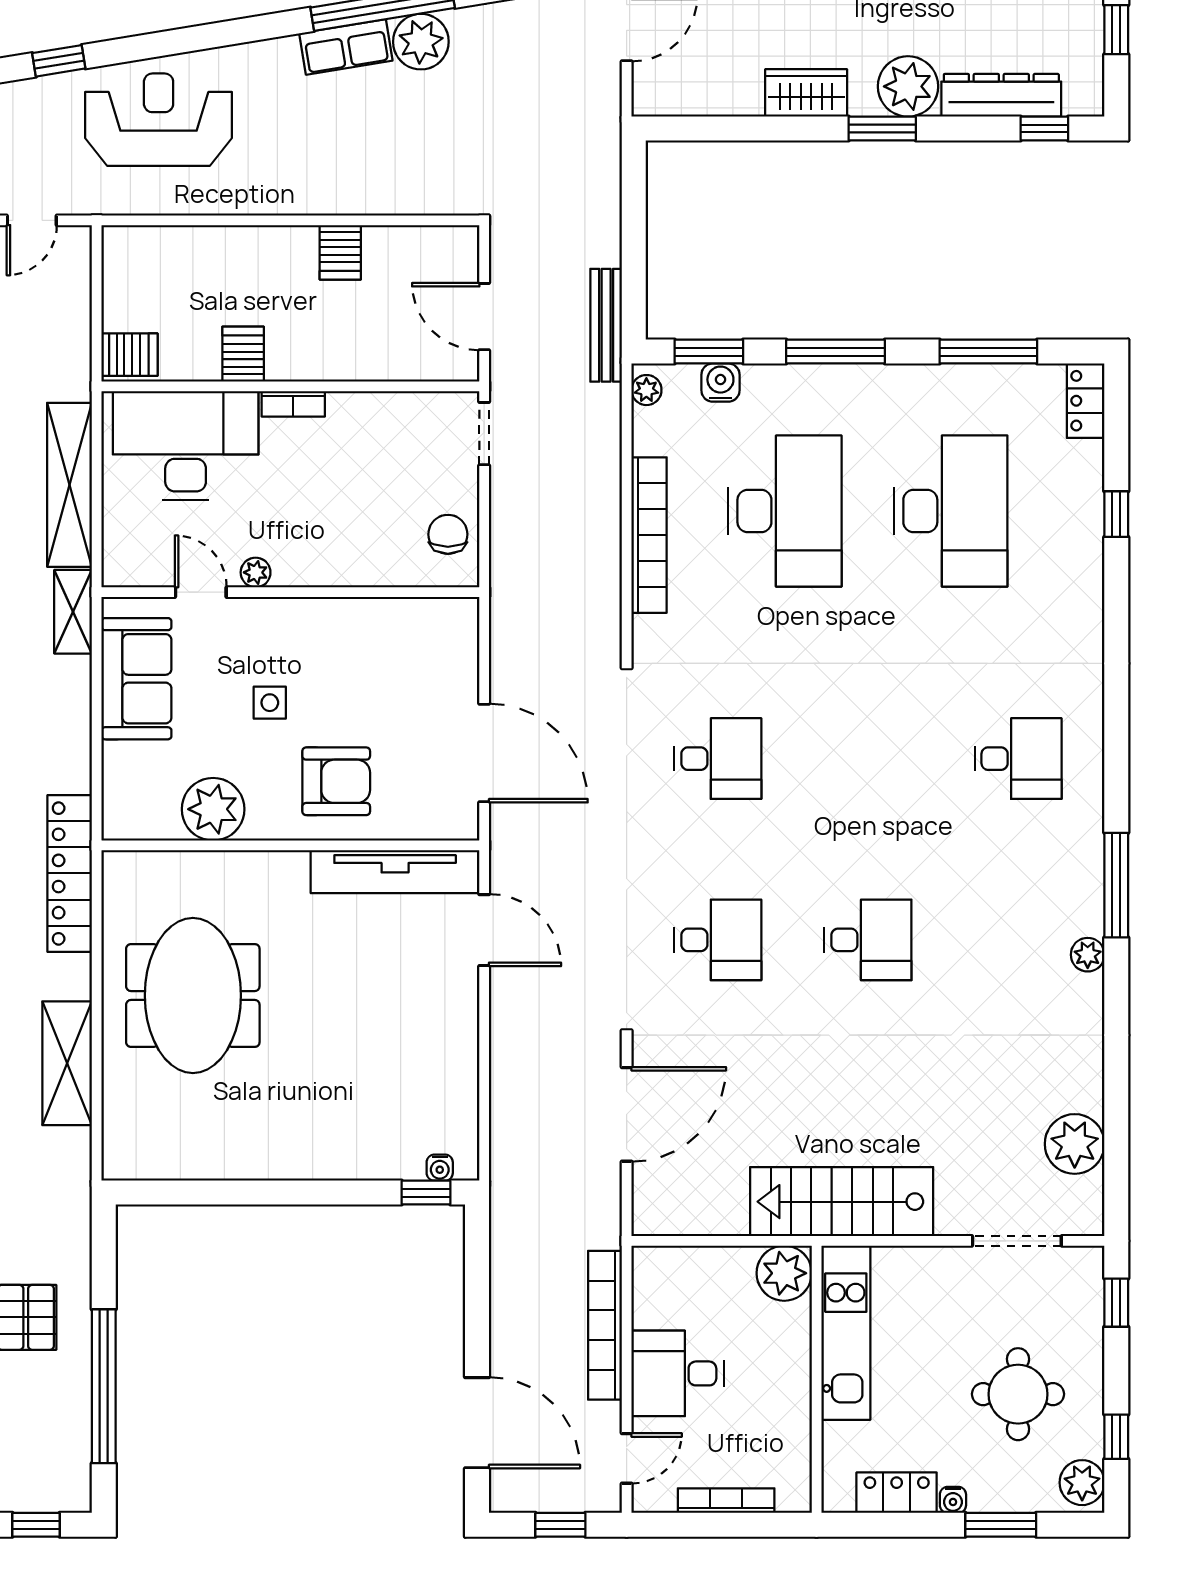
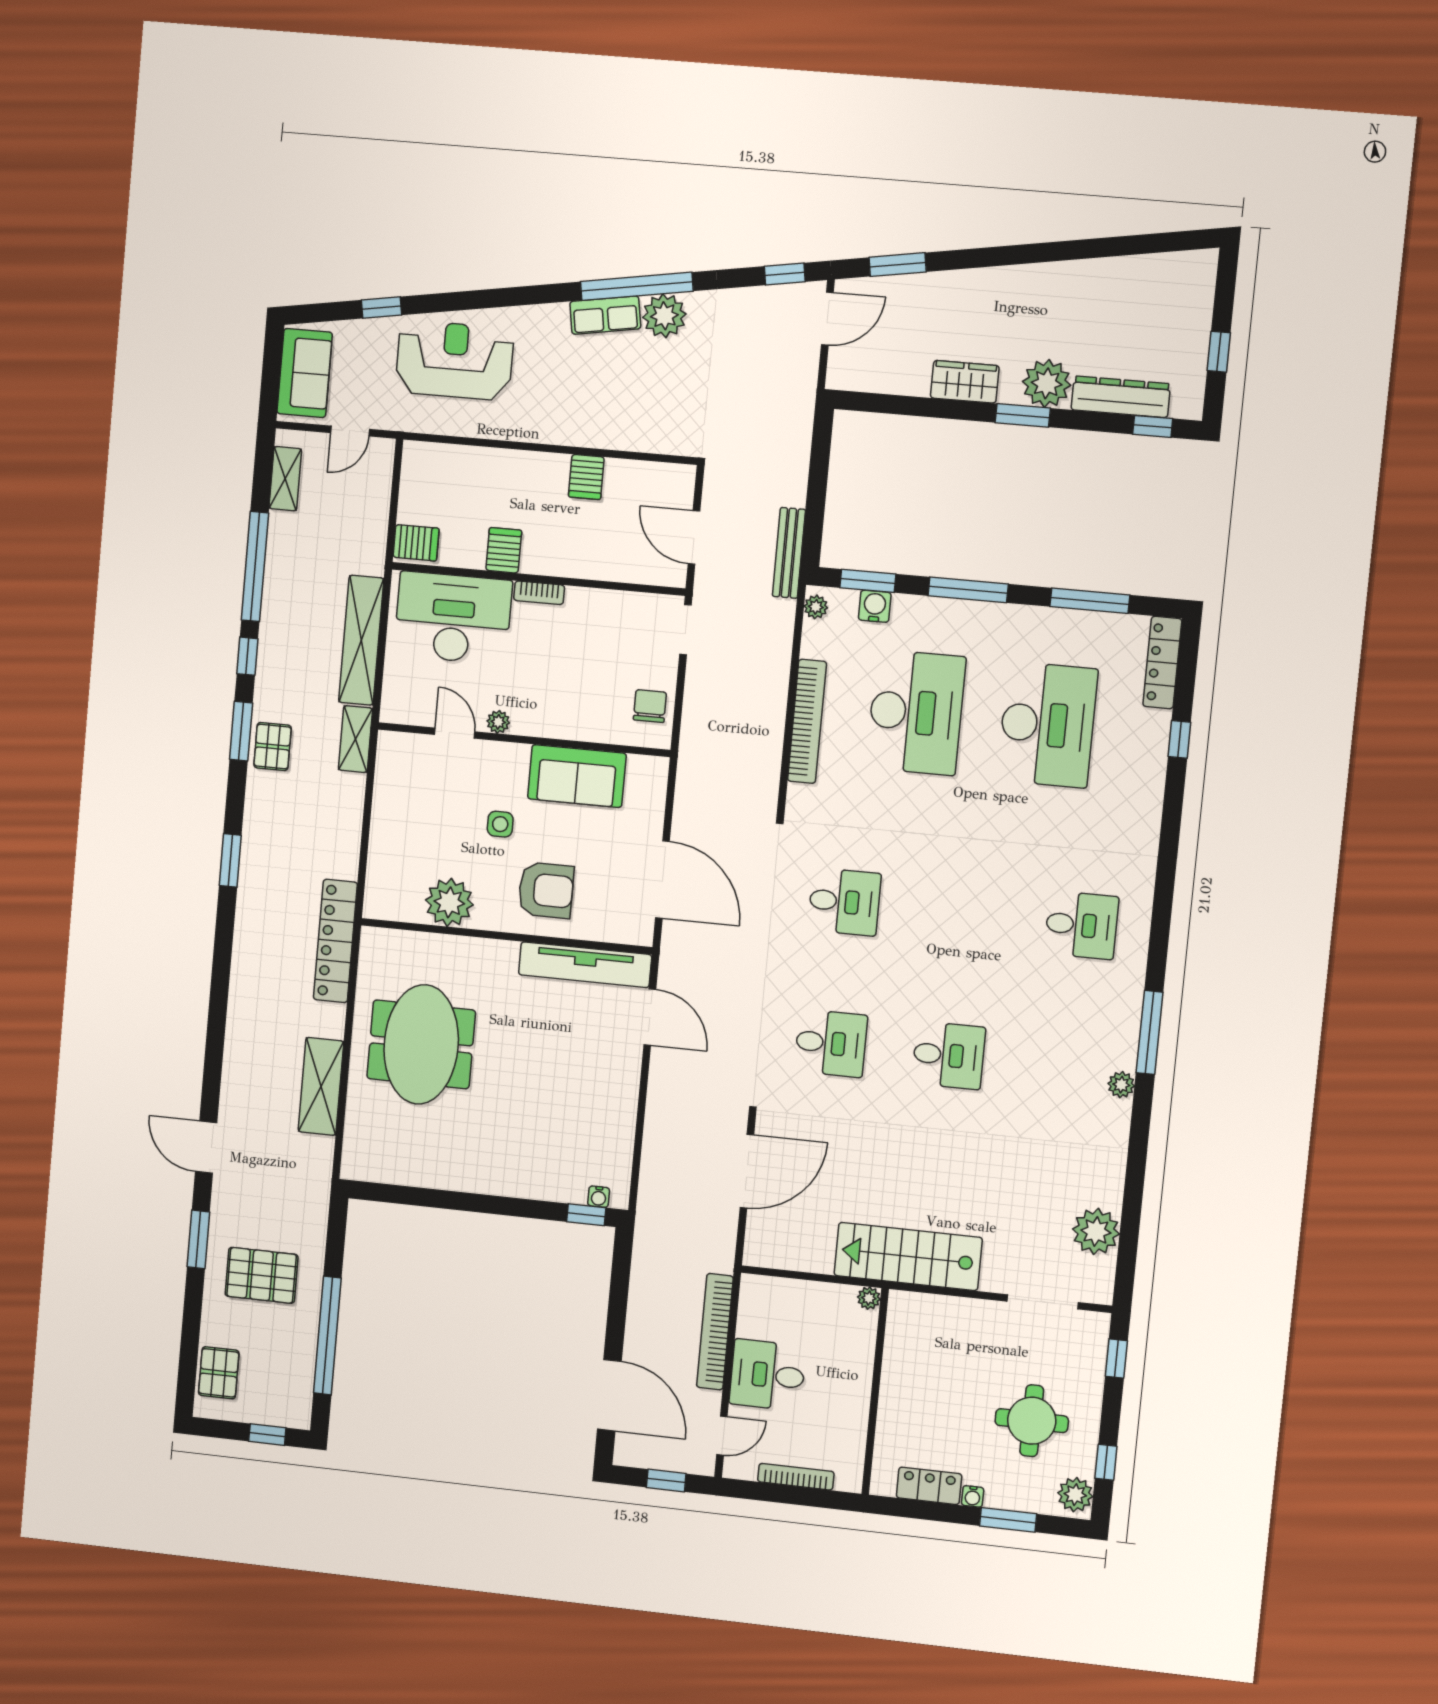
locker: (1086, 401) -> (1162, 663), width x1.53
sofa: (136, 679) -> (577, 776), moved, turned 90
plant: (784, 1273) -> (869, 1298), width x0.53, depth x0.53
kitchen unit: (846, 1333) -> (901, 1358), removed

